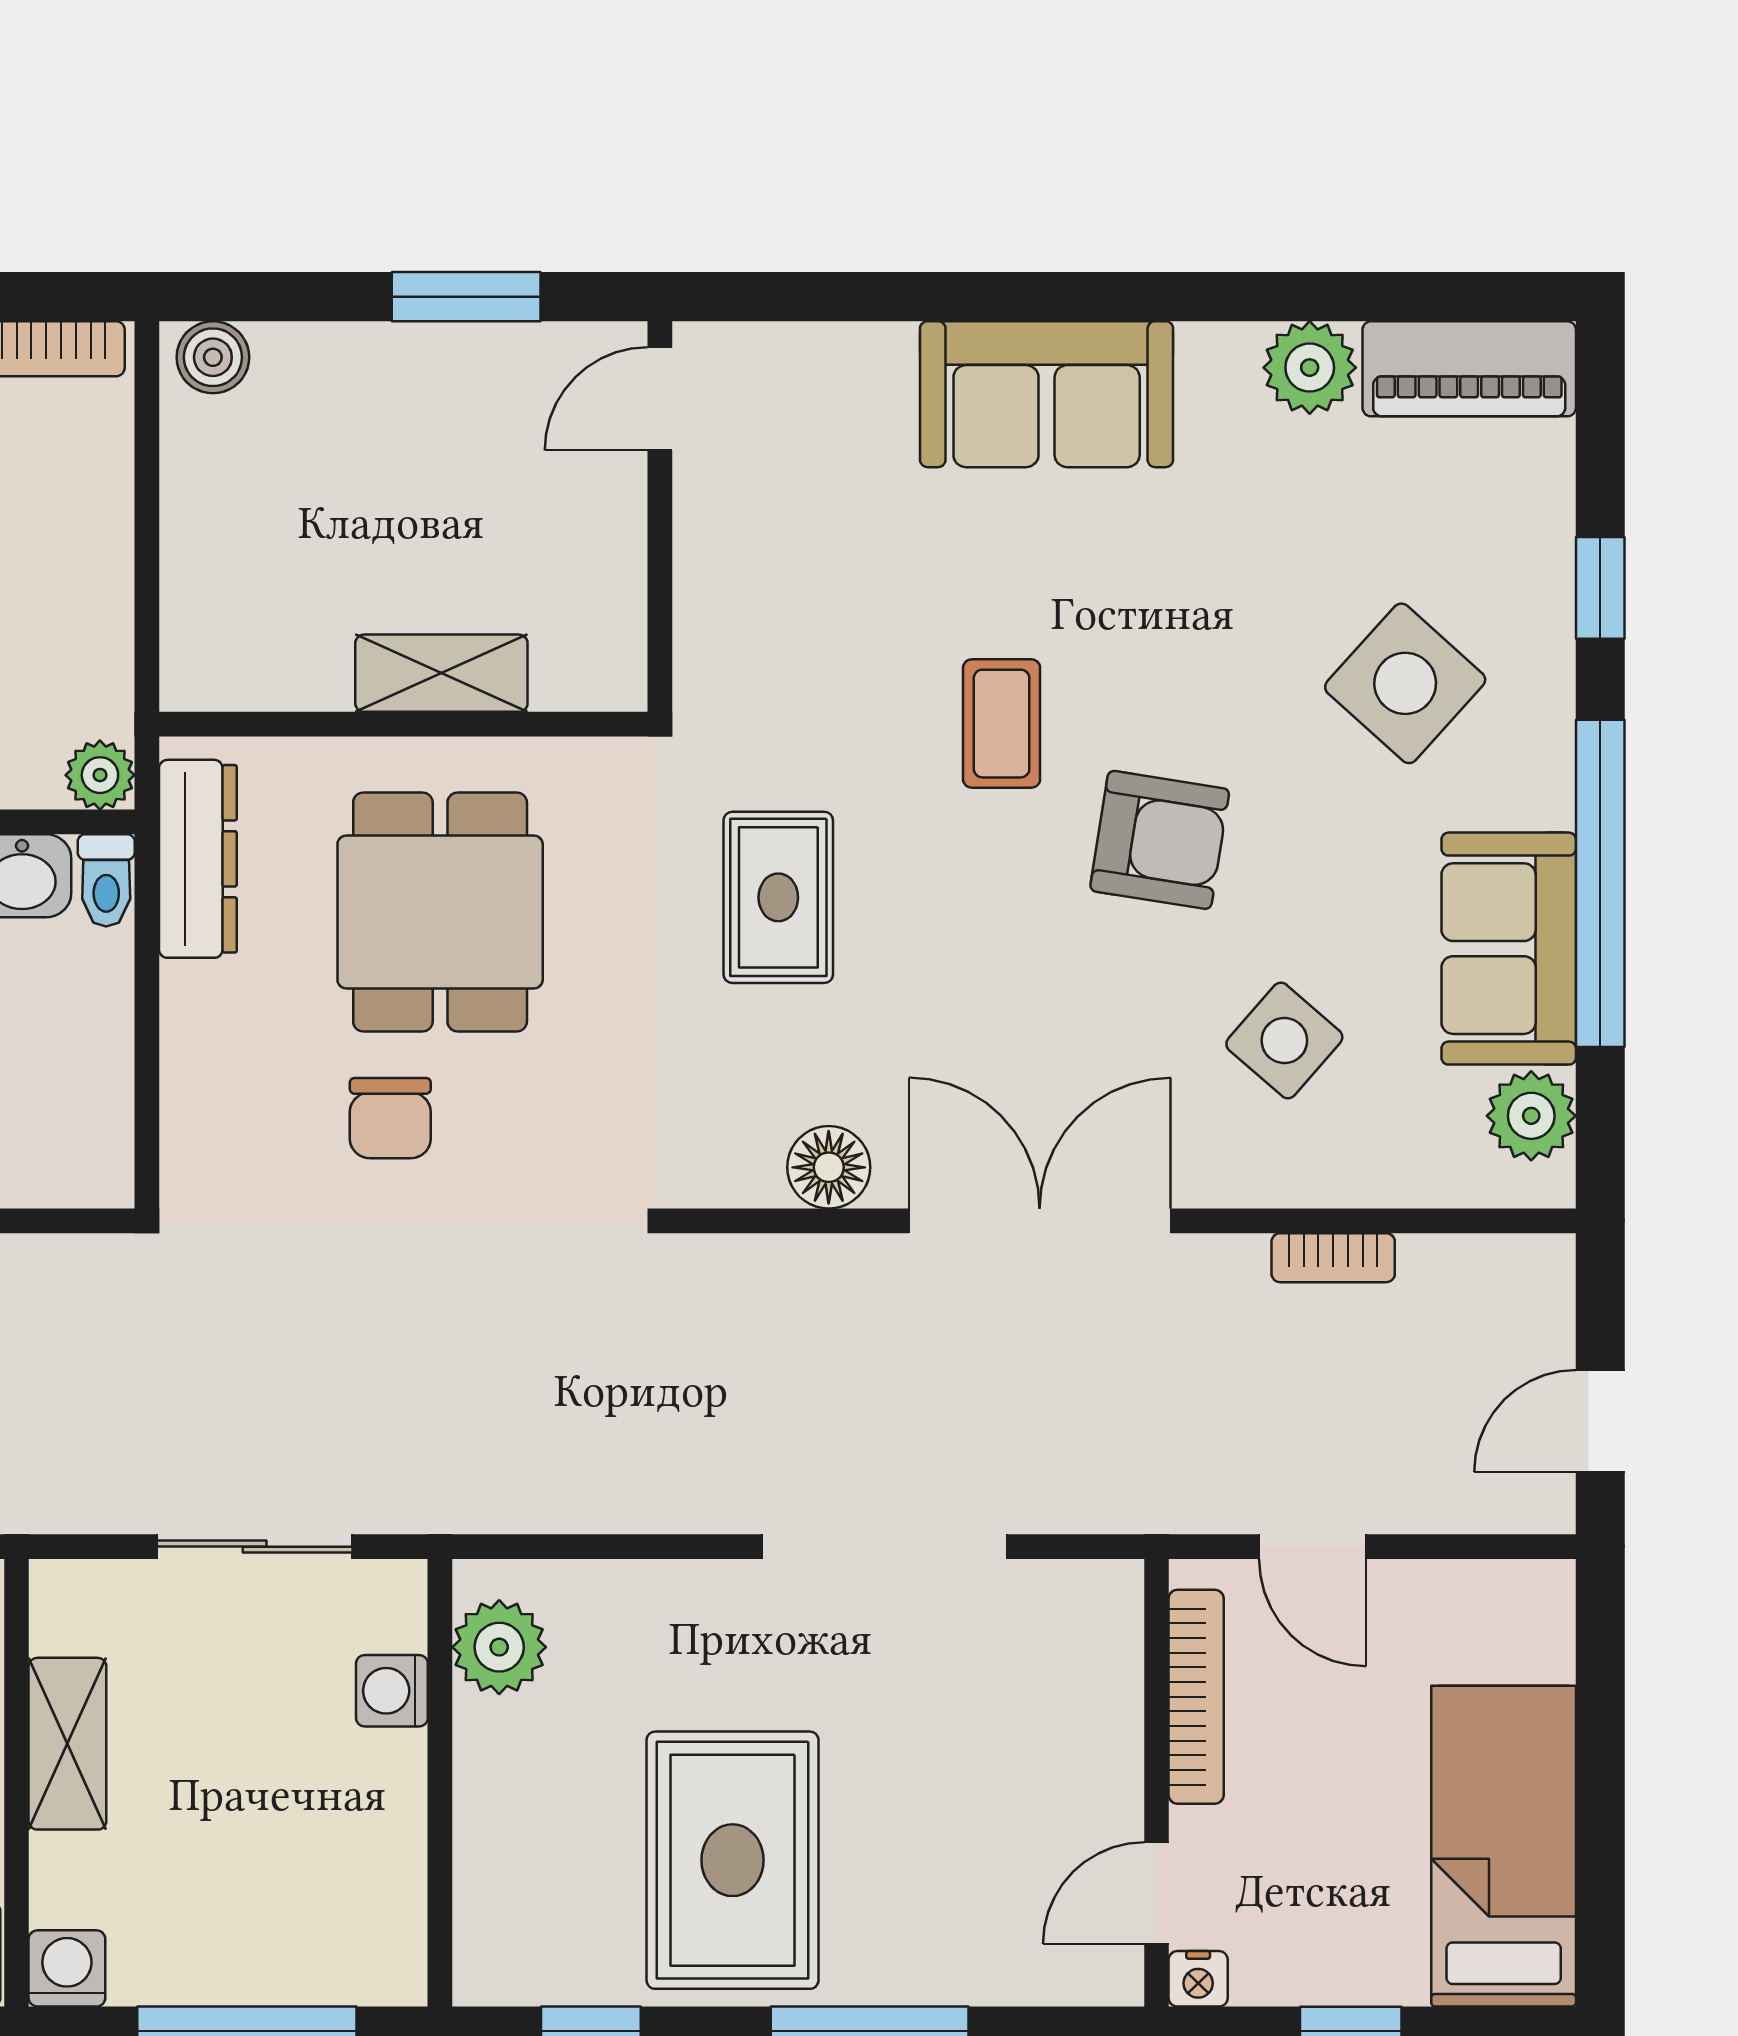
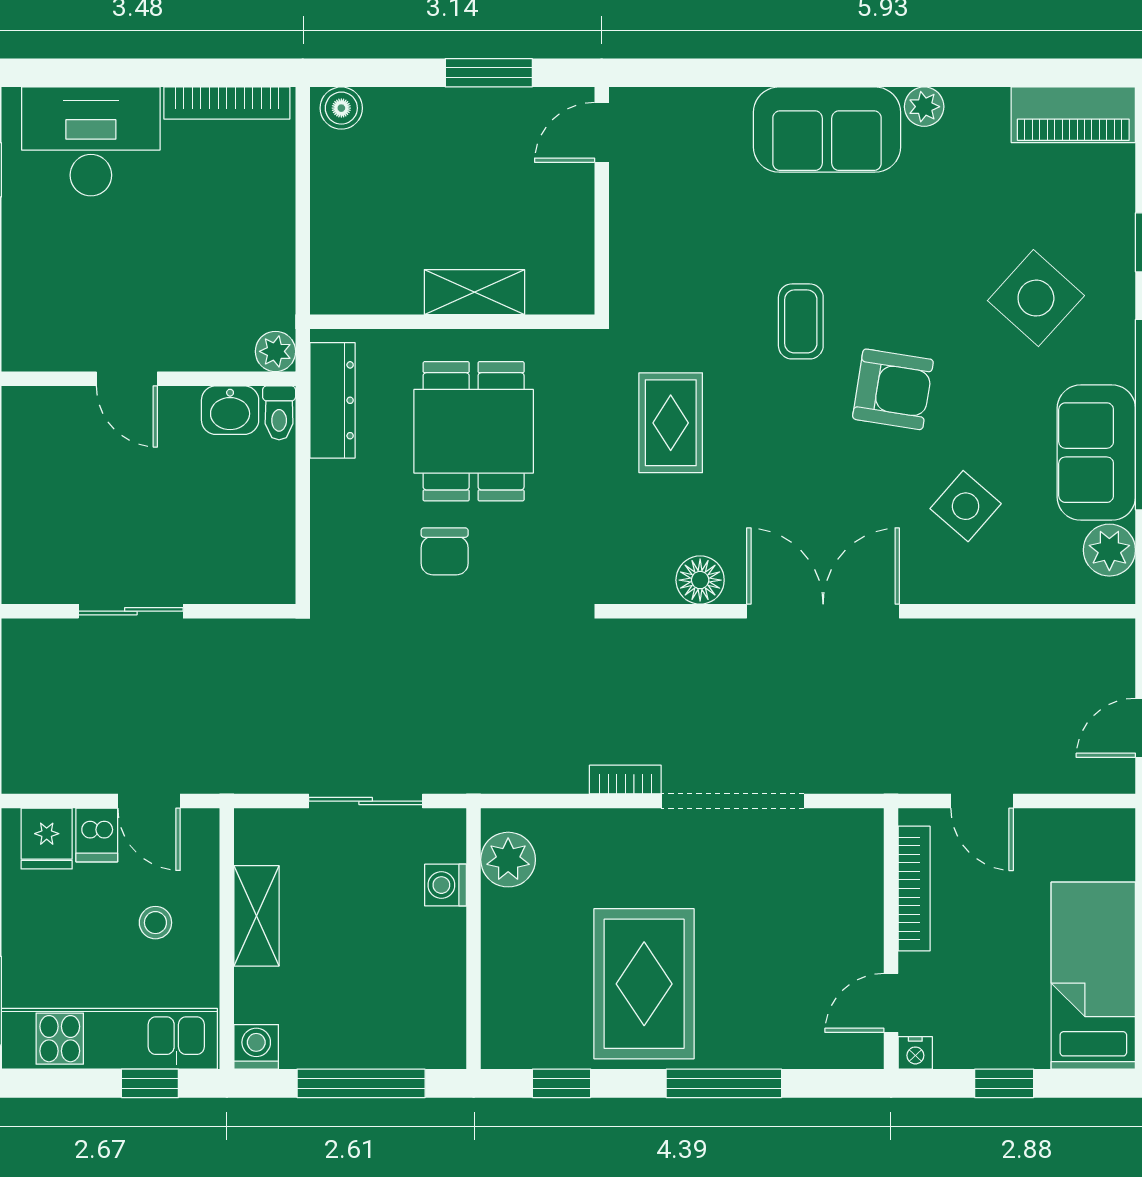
plant: (1310, 368) -> (924, 107), moved, width x0.73, depth x0.73
bookcase: (1333, 1258) -> (625, 780), moved, turned 180

